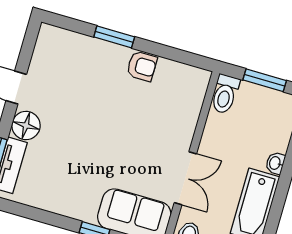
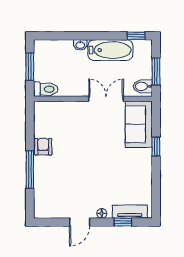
window: (114, 37) -> (30, 169), width x1.44
floor lamp: (26, 126) -> (102, 213), width x0.53, depth x0.53

